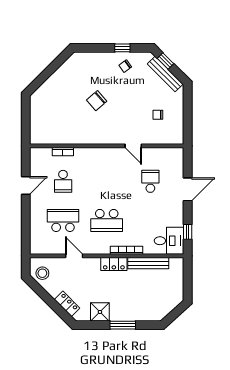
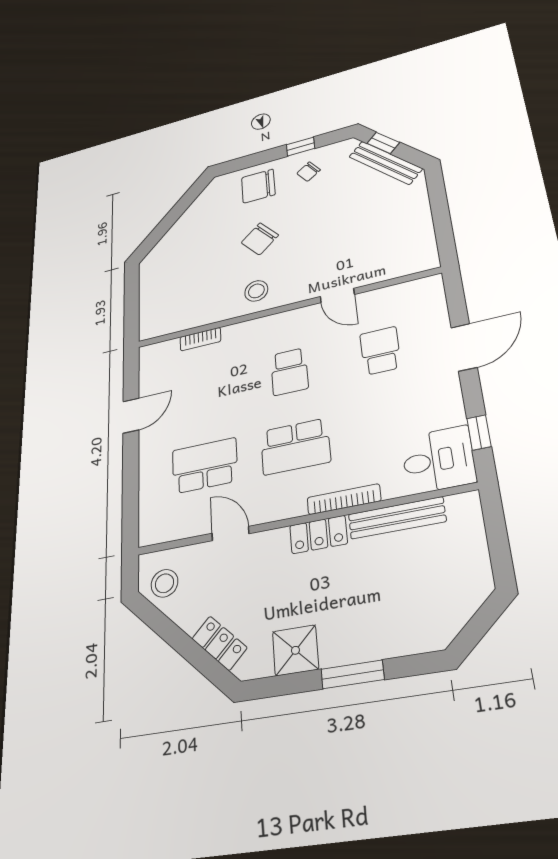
chair: (158, 115) -> (258, 186), moved, width x1.87, depth x1.87
stool: (93, 132) -> (256, 291), added
school desk: (63, 181) -> (289, 372), moved

